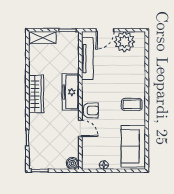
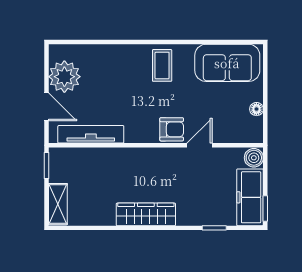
freezer: (71, 92) -> (250, 197), moved, turned 90
armchair: (91, 111) -> (172, 129), turned 90

